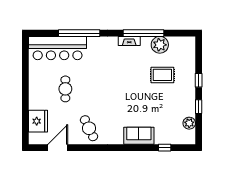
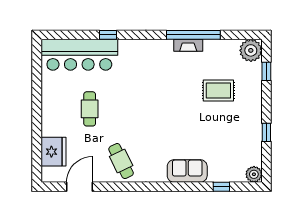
window: (79, 33) -> (108, 35), width x0.32
fireplace: (129, 41) -> (188, 45), moved
plant: (160, 45) -> (251, 50), moved
window: (199, 80) -> (266, 71), moved
plant: (189, 123) -> (254, 174), moved

